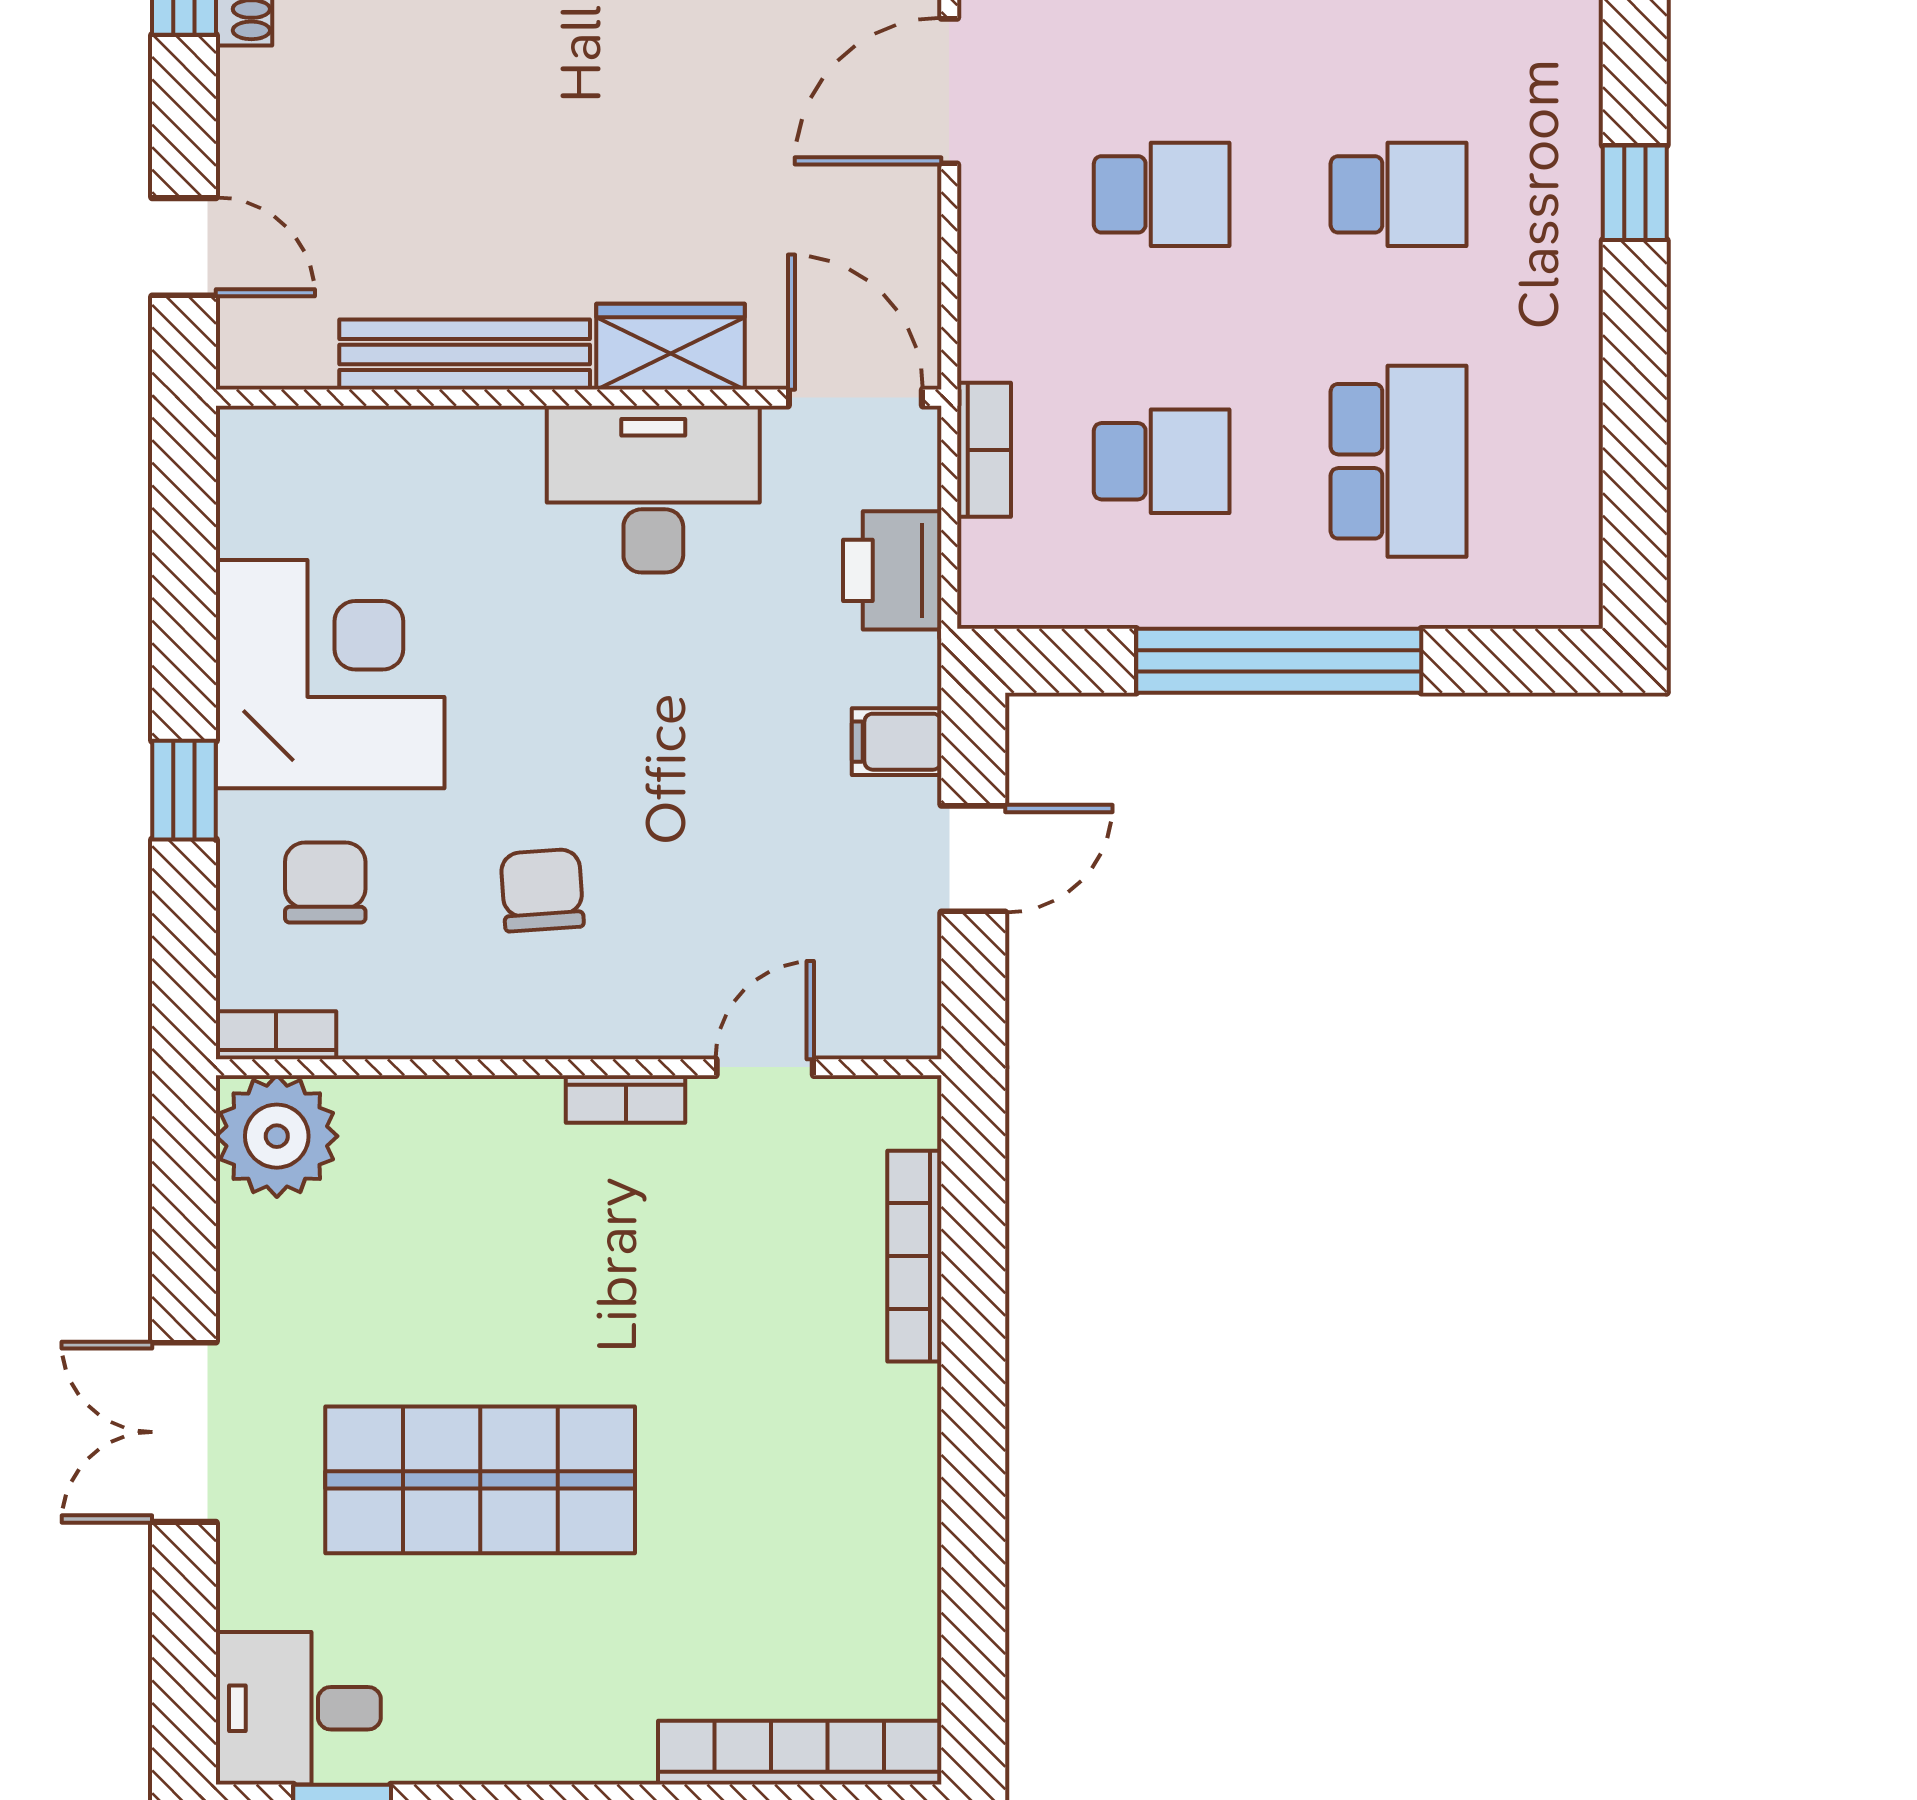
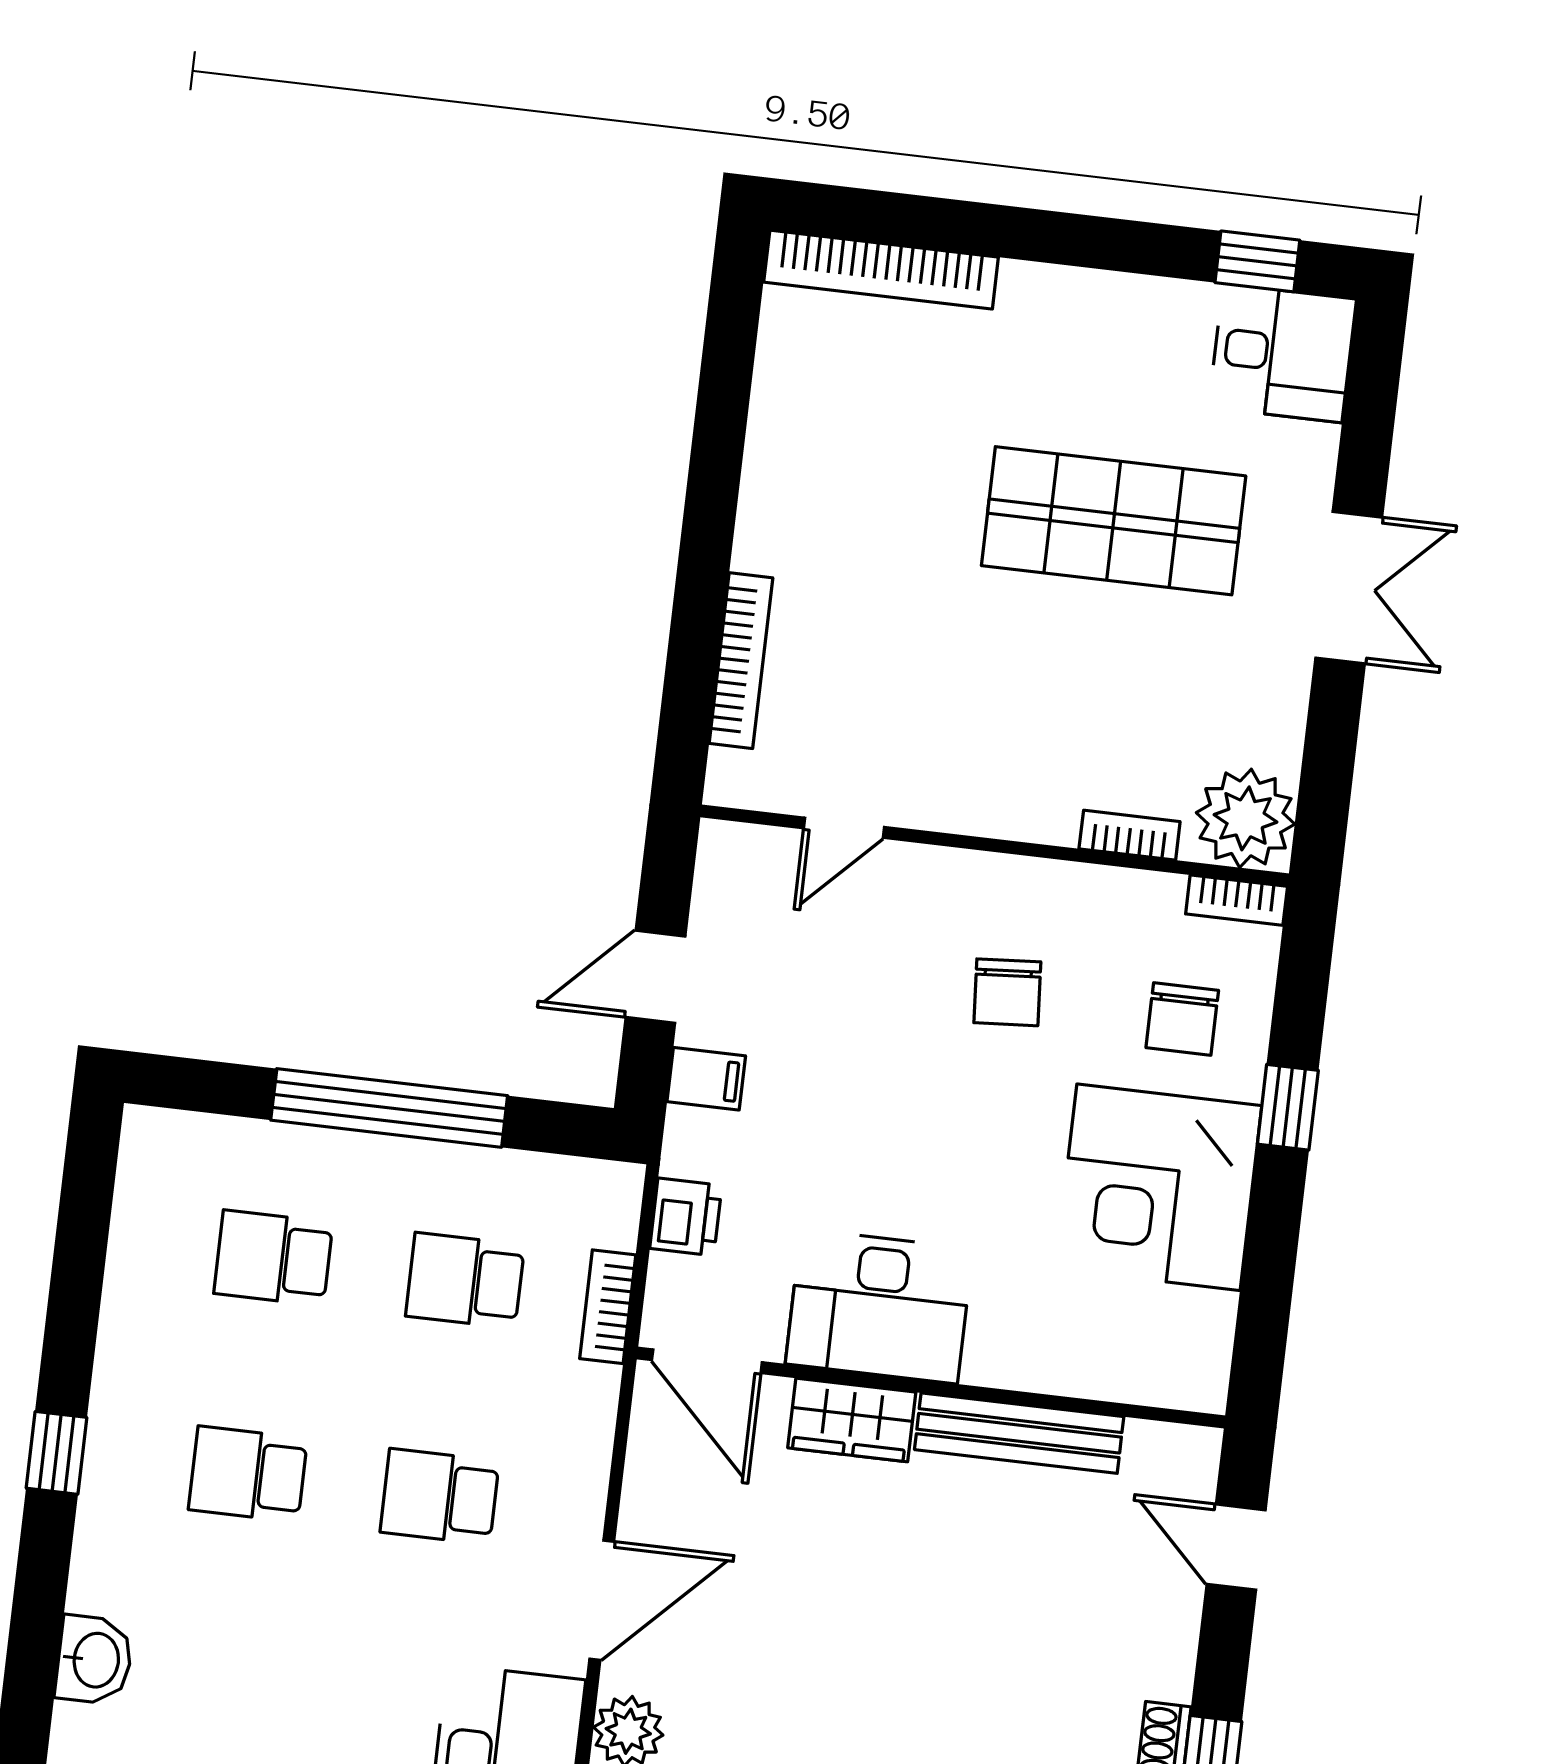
school desk: (1398, 461) -> (273, 1258), width x0.54
printer: (892, 570) -> (686, 1217), width x0.73, depth x0.81
bookcase: (626, 1099) -> (1130, 835), moved

